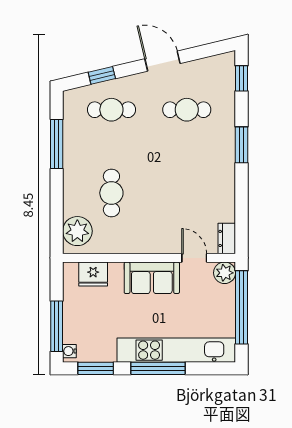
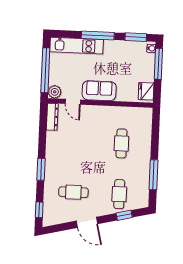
cafe table: (111, 110) -> (119, 194), turned 90
plant: (77, 231) -> (143, 121), removed
dresser: (227, 238) -> (52, 117), width x1.44
fridge: (93, 274) -> (146, 91), moved, turned -90
kitchen unit: (176, 350) -> (77, 46), width x0.73

